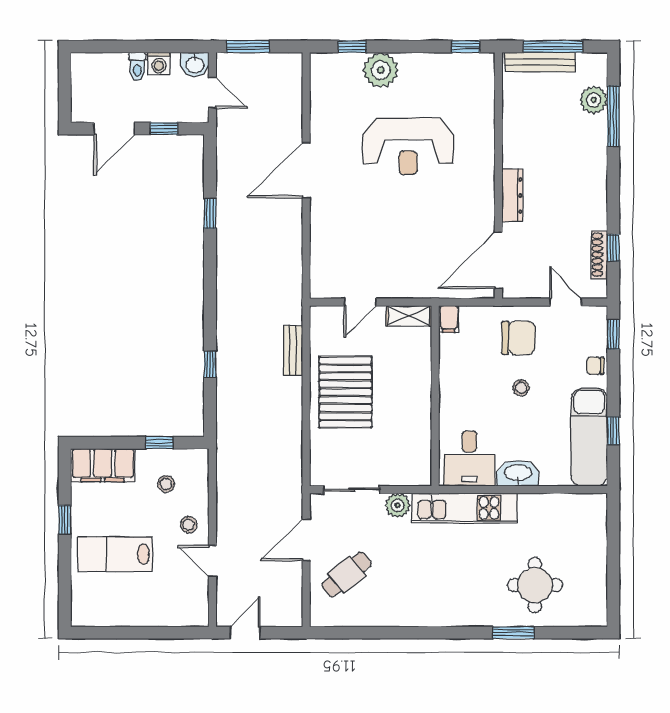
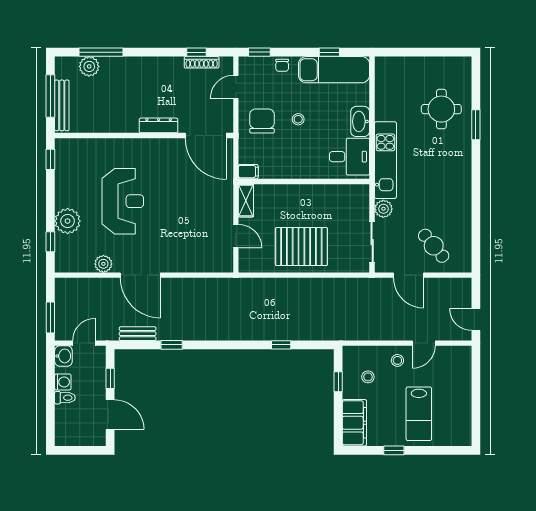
plant: (322, 119) -> (103, 264), added
bench: (293, 351) -> (138, 334), moved

